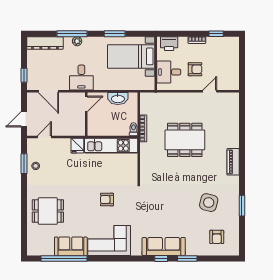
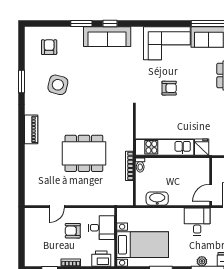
door: (86, 104) -> (211, 193), moved
wall: (86, 114) -> (211, 182), moved

